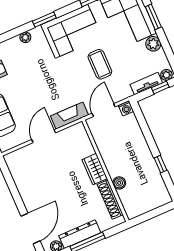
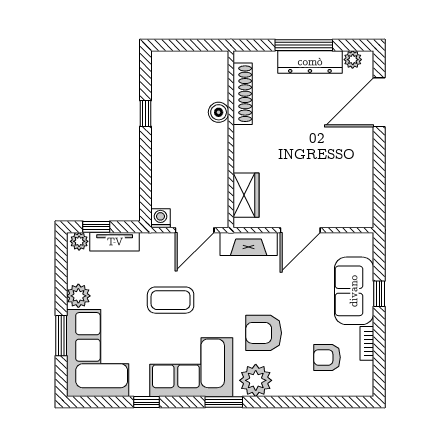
plant: (25, 37) -> (256, 380), width x1.87, depth x1.87
coffee table: (100, 64) -> (171, 300), turned 90
armchair: (39, 69) -> (264, 333), added
wardrobe: (95, 169) -> (246, 195), moved

